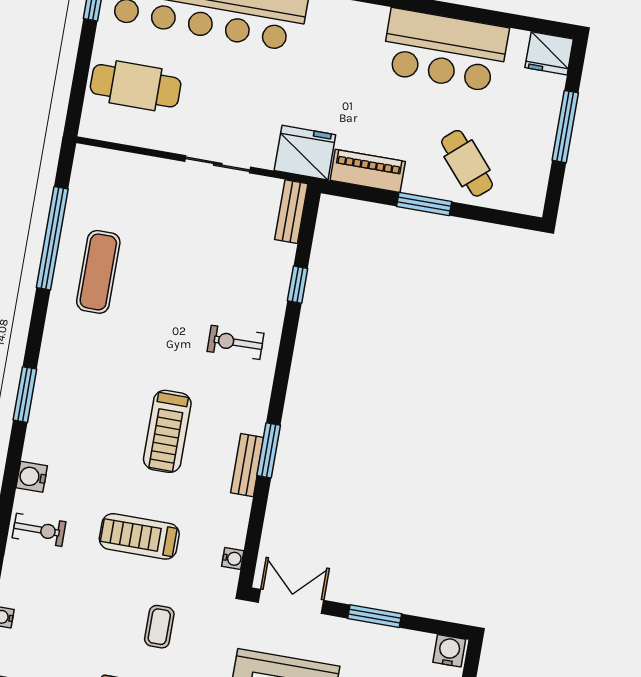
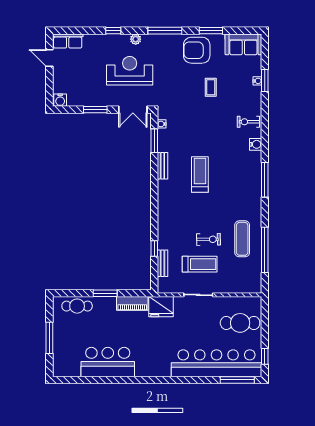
fridge: (549, 53) -> (62, 369), removed
cafe table: (467, 163) -> (77, 306), moved, turned -49
bench: (291, 212) -> (163, 263), moved
exercise bike: (236, 342) -> (209, 239), moved
window: (25, 395) -> (265, 180), width x1.44
window: (269, 450) -> (154, 141), moved
treadmill: (139, 536) -> (200, 264), moved
coffee table: (159, 627) -> (211, 87), moved

